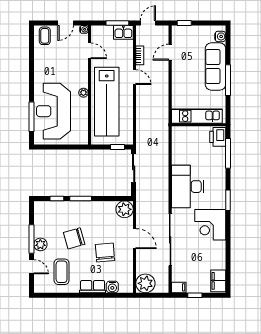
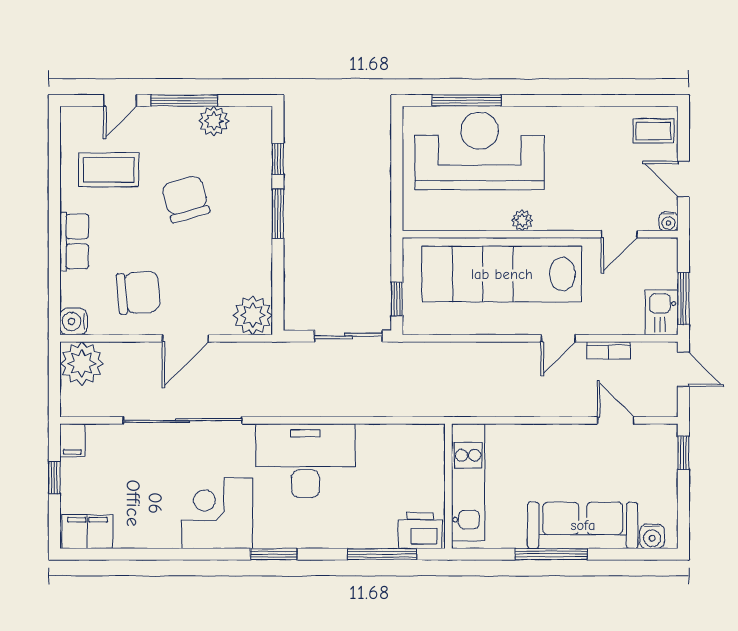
plant: (40, 244) -> (214, 121), moved
chair: (105, 252) -> (138, 292), moved
water cooler: (112, 287) -> (74, 321), moved

